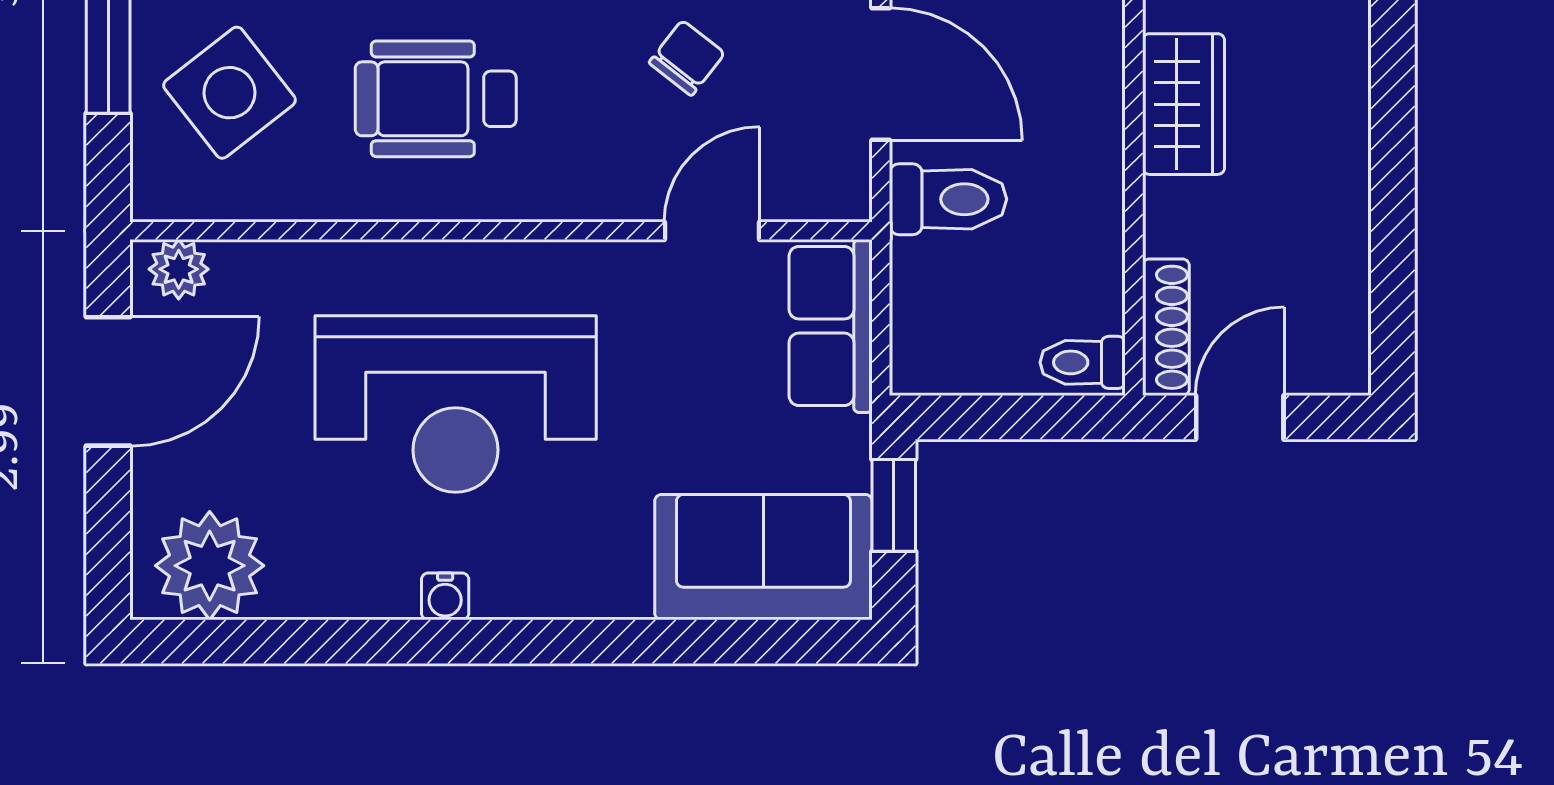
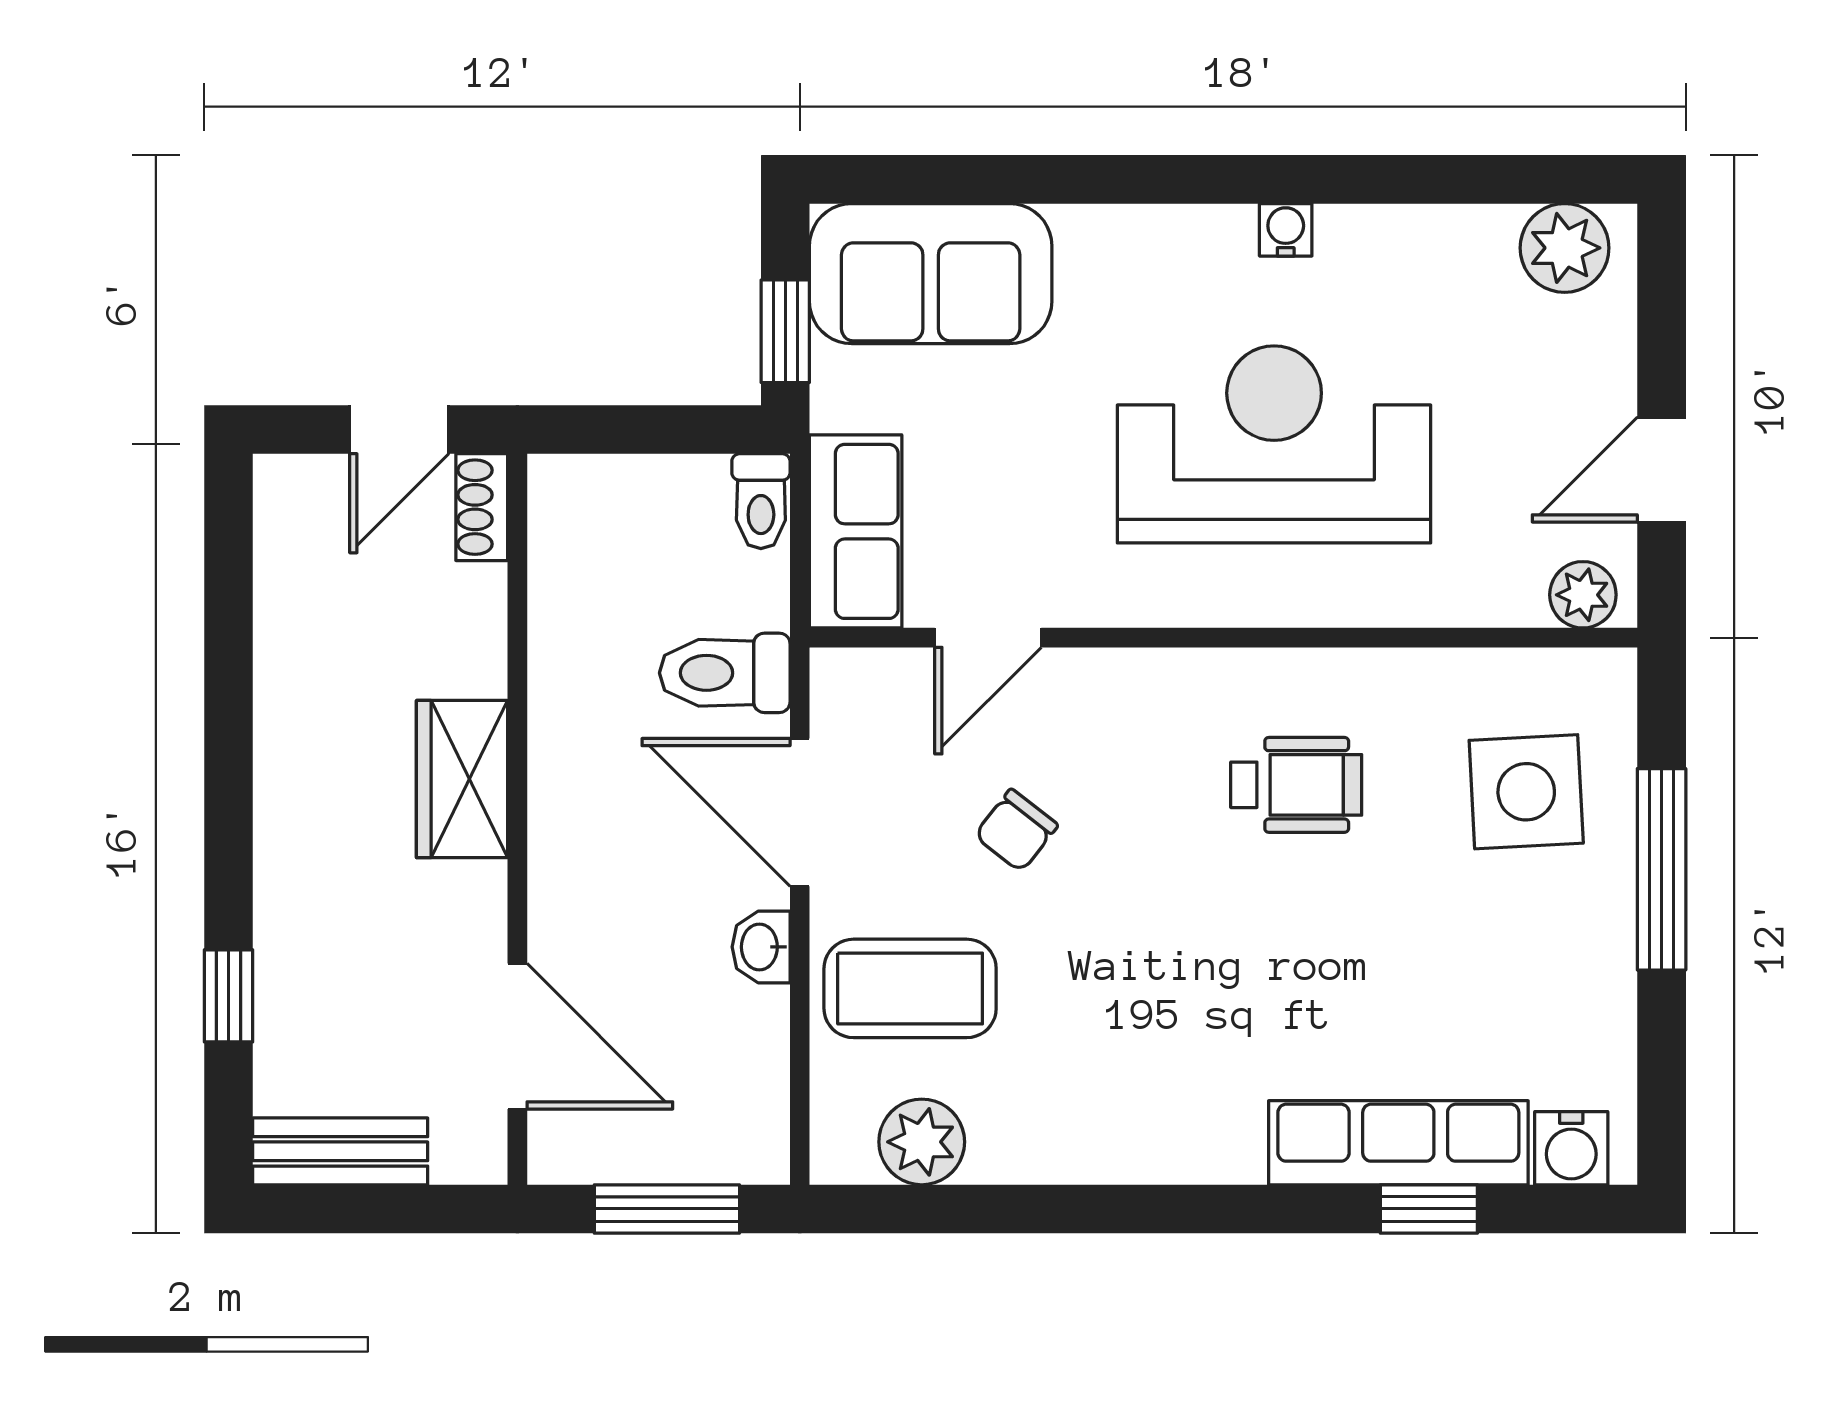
side table: (230, 93) -> (1526, 792), turned 35
wheelchair: (436, 99) -> (1296, 785), width x0.73, depth x0.73
shoe rack: (1166, 327) -> (482, 507), width x0.70
toilet: (1083, 362) -> (761, 501), moved, turned 90
door: (108, 381) -> (1662, 470), width x0.73
plant: (210, 566) -> (1565, 248), width x0.73, depth x0.73

